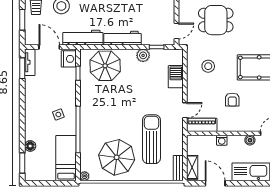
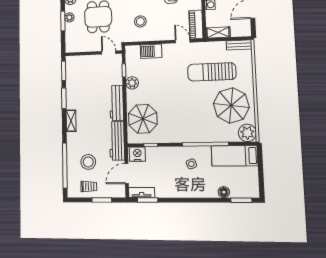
shelving: (192, 167) -> (218, 33), moved
plant: (85, 176) -> (247, 133), width x1.87, depth x1.87

